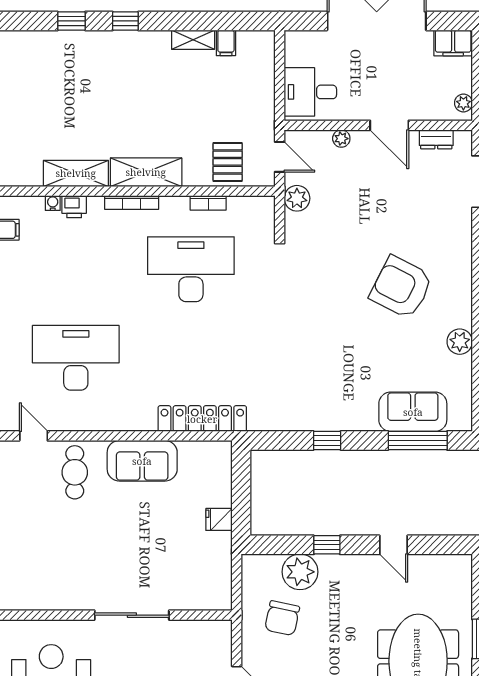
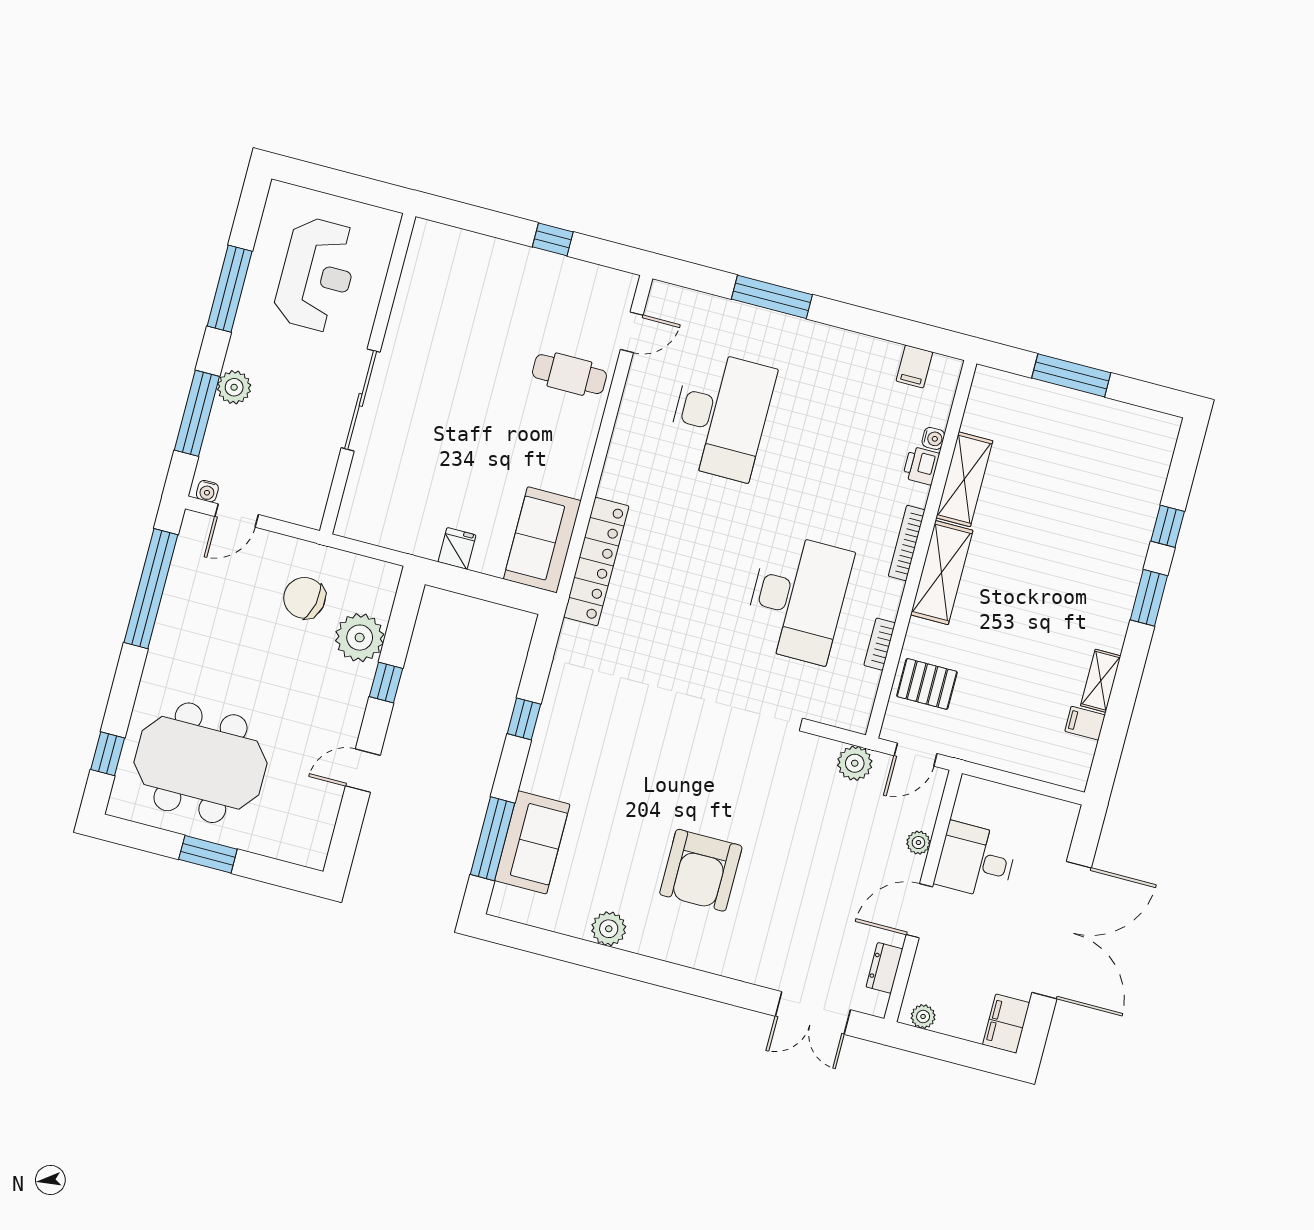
window: (125, 21) -> (1149, 598), width x1.50
desk: (310, 92) -> (976, 861), moved, turned -90
armchair: (401, 287) -> (701, 870), turned 153
sofa: (142, 461) -> (542, 540), moved

